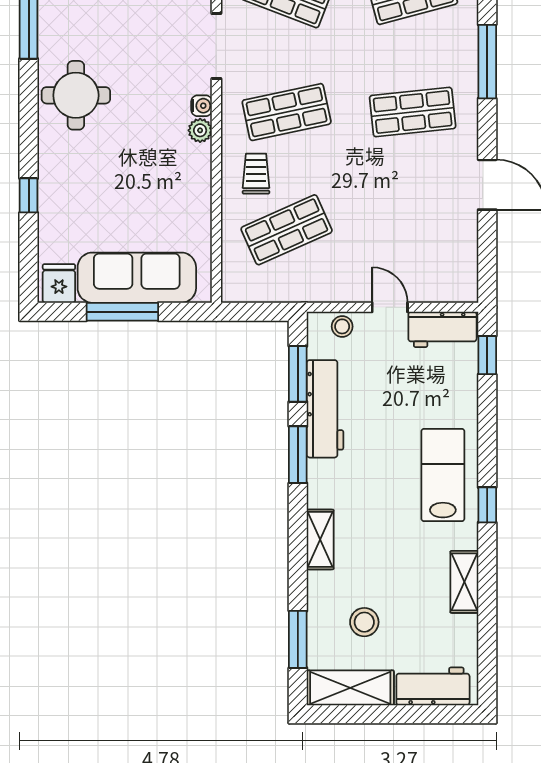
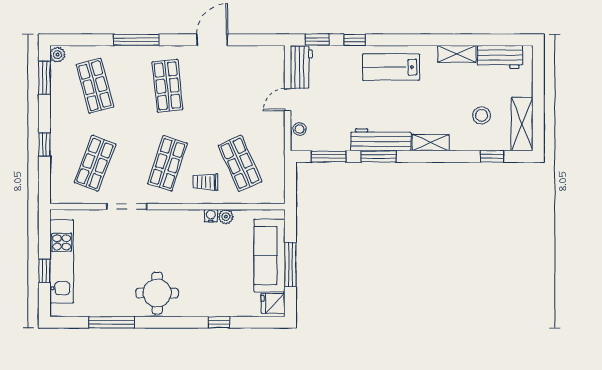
water cooler: (202, 106) -> (211, 216), moved
shop shelf: (287, 112) -> (167, 163), turned 30
plant: (200, 130) -> (226, 217), moved
workbench: (325, 409) -> (381, 140), moved
window: (487, 505) -> (355, 40), moved
window: (298, 639) -> (492, 156), width x0.67
workbench: (433, 686) -> (500, 57), moved, turned -90

